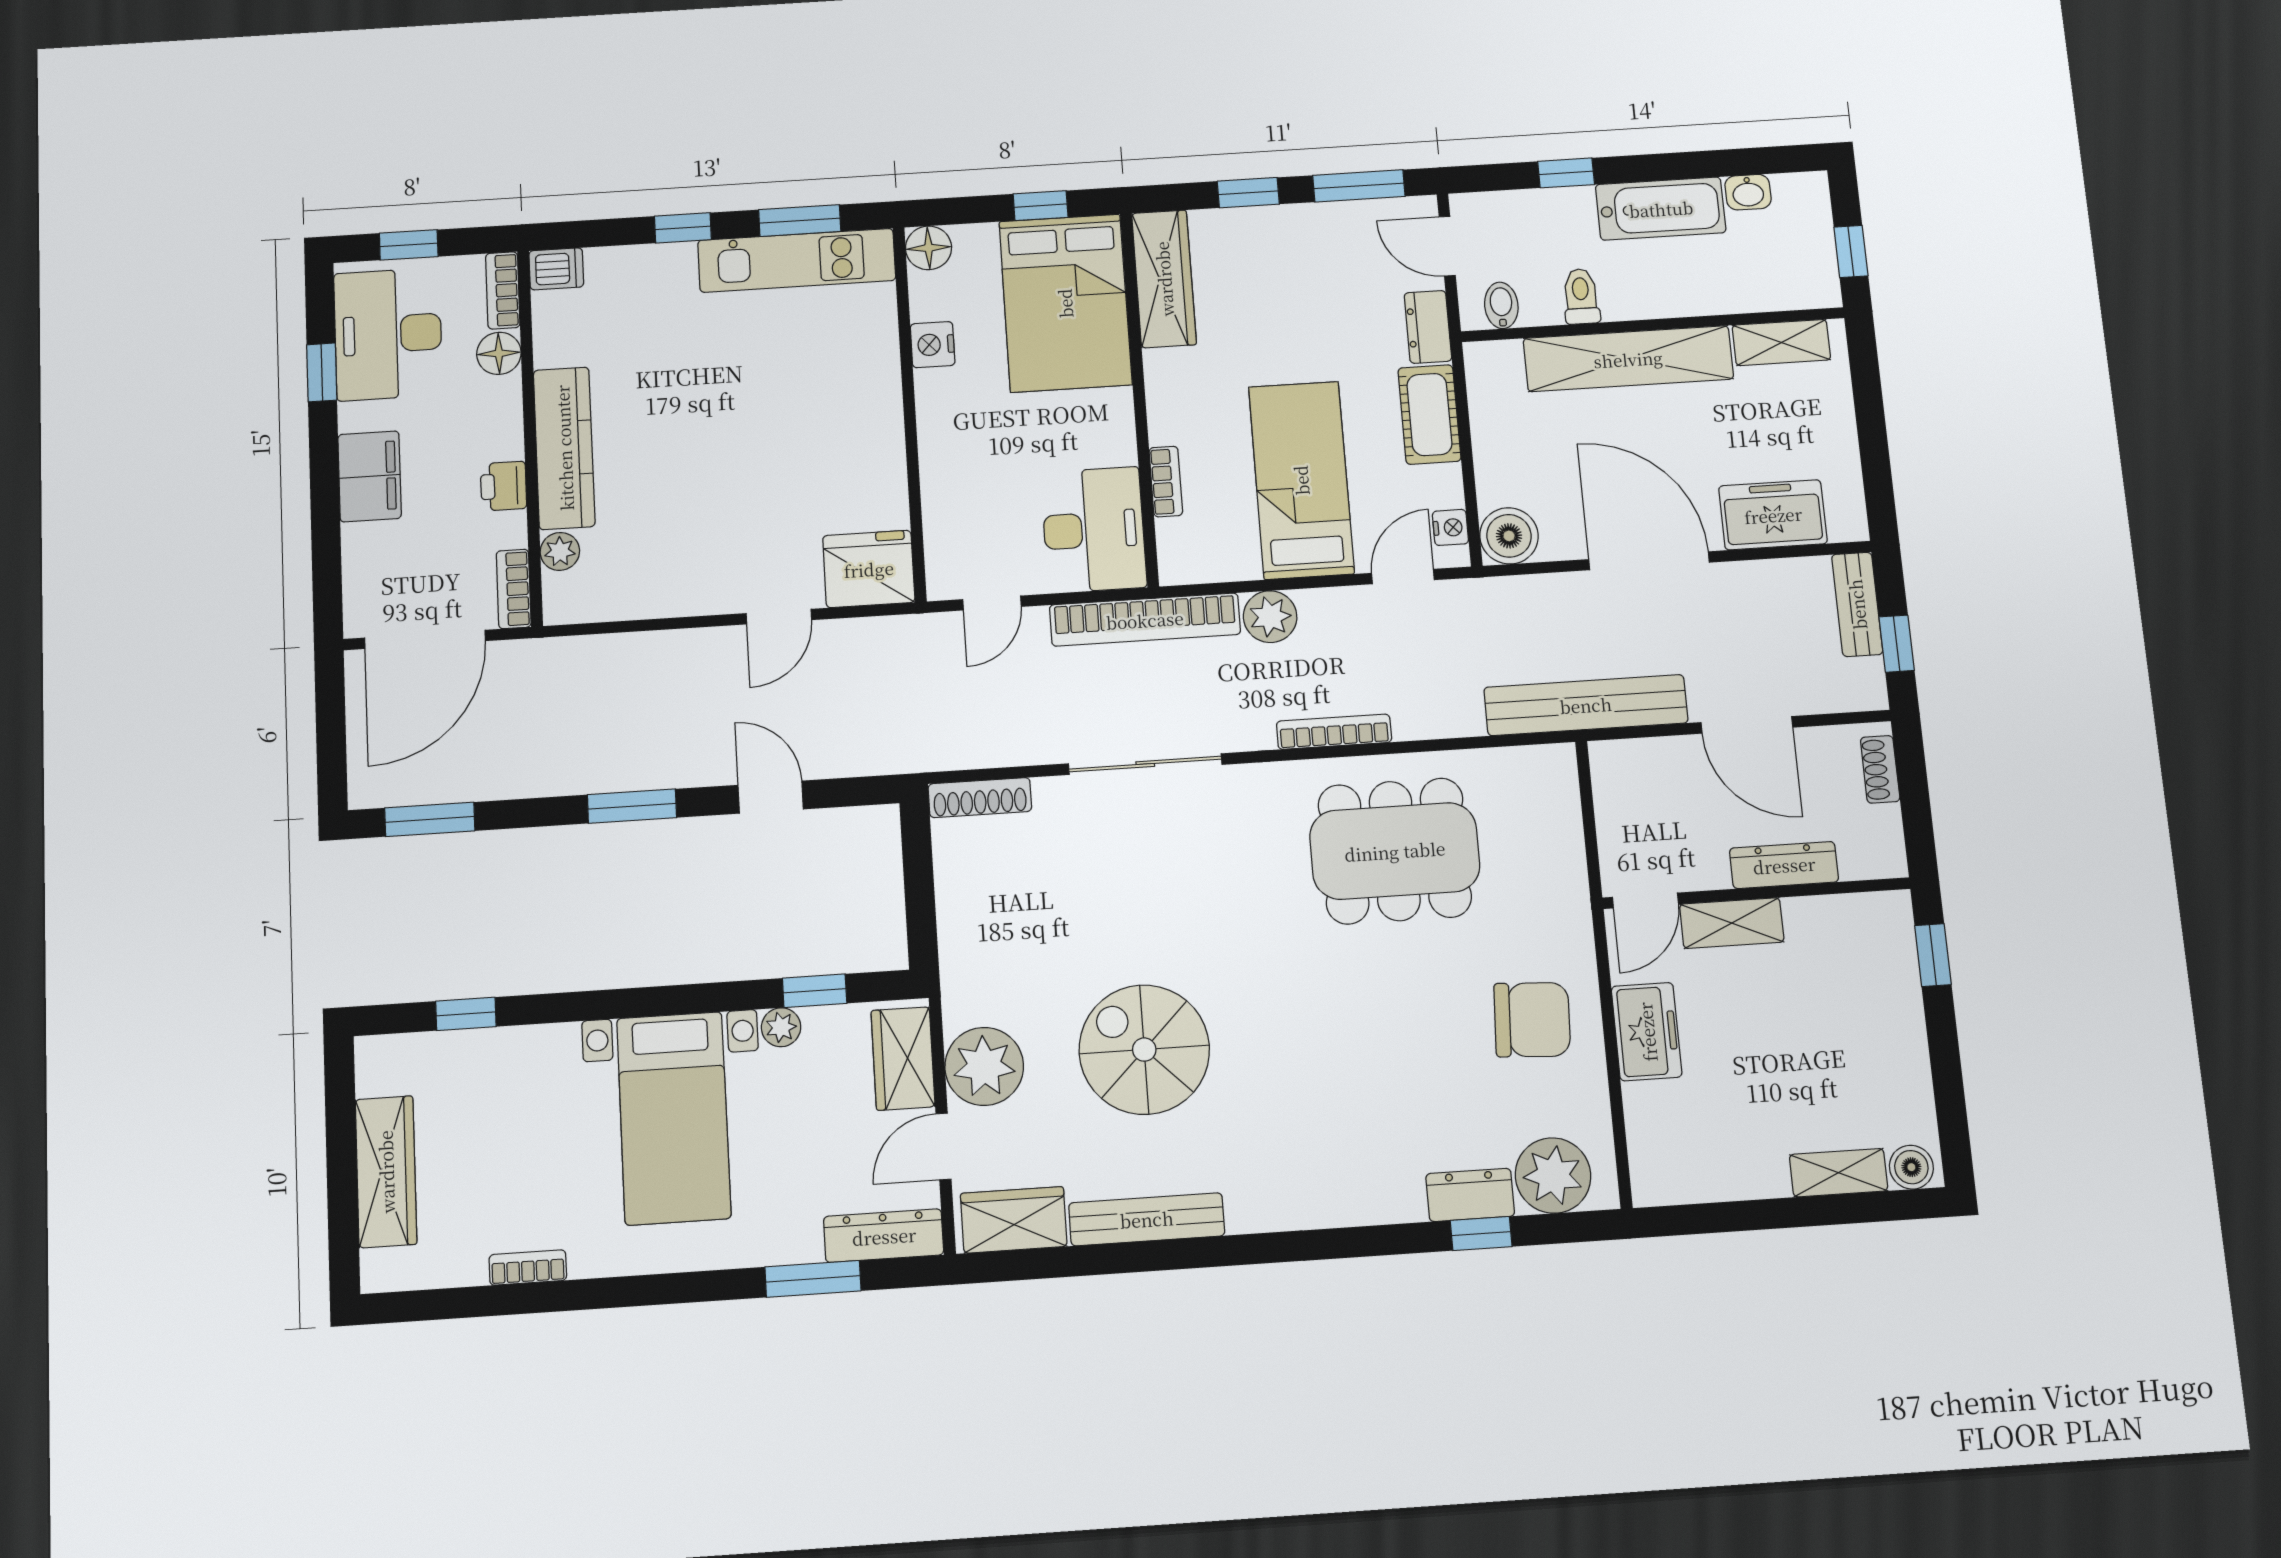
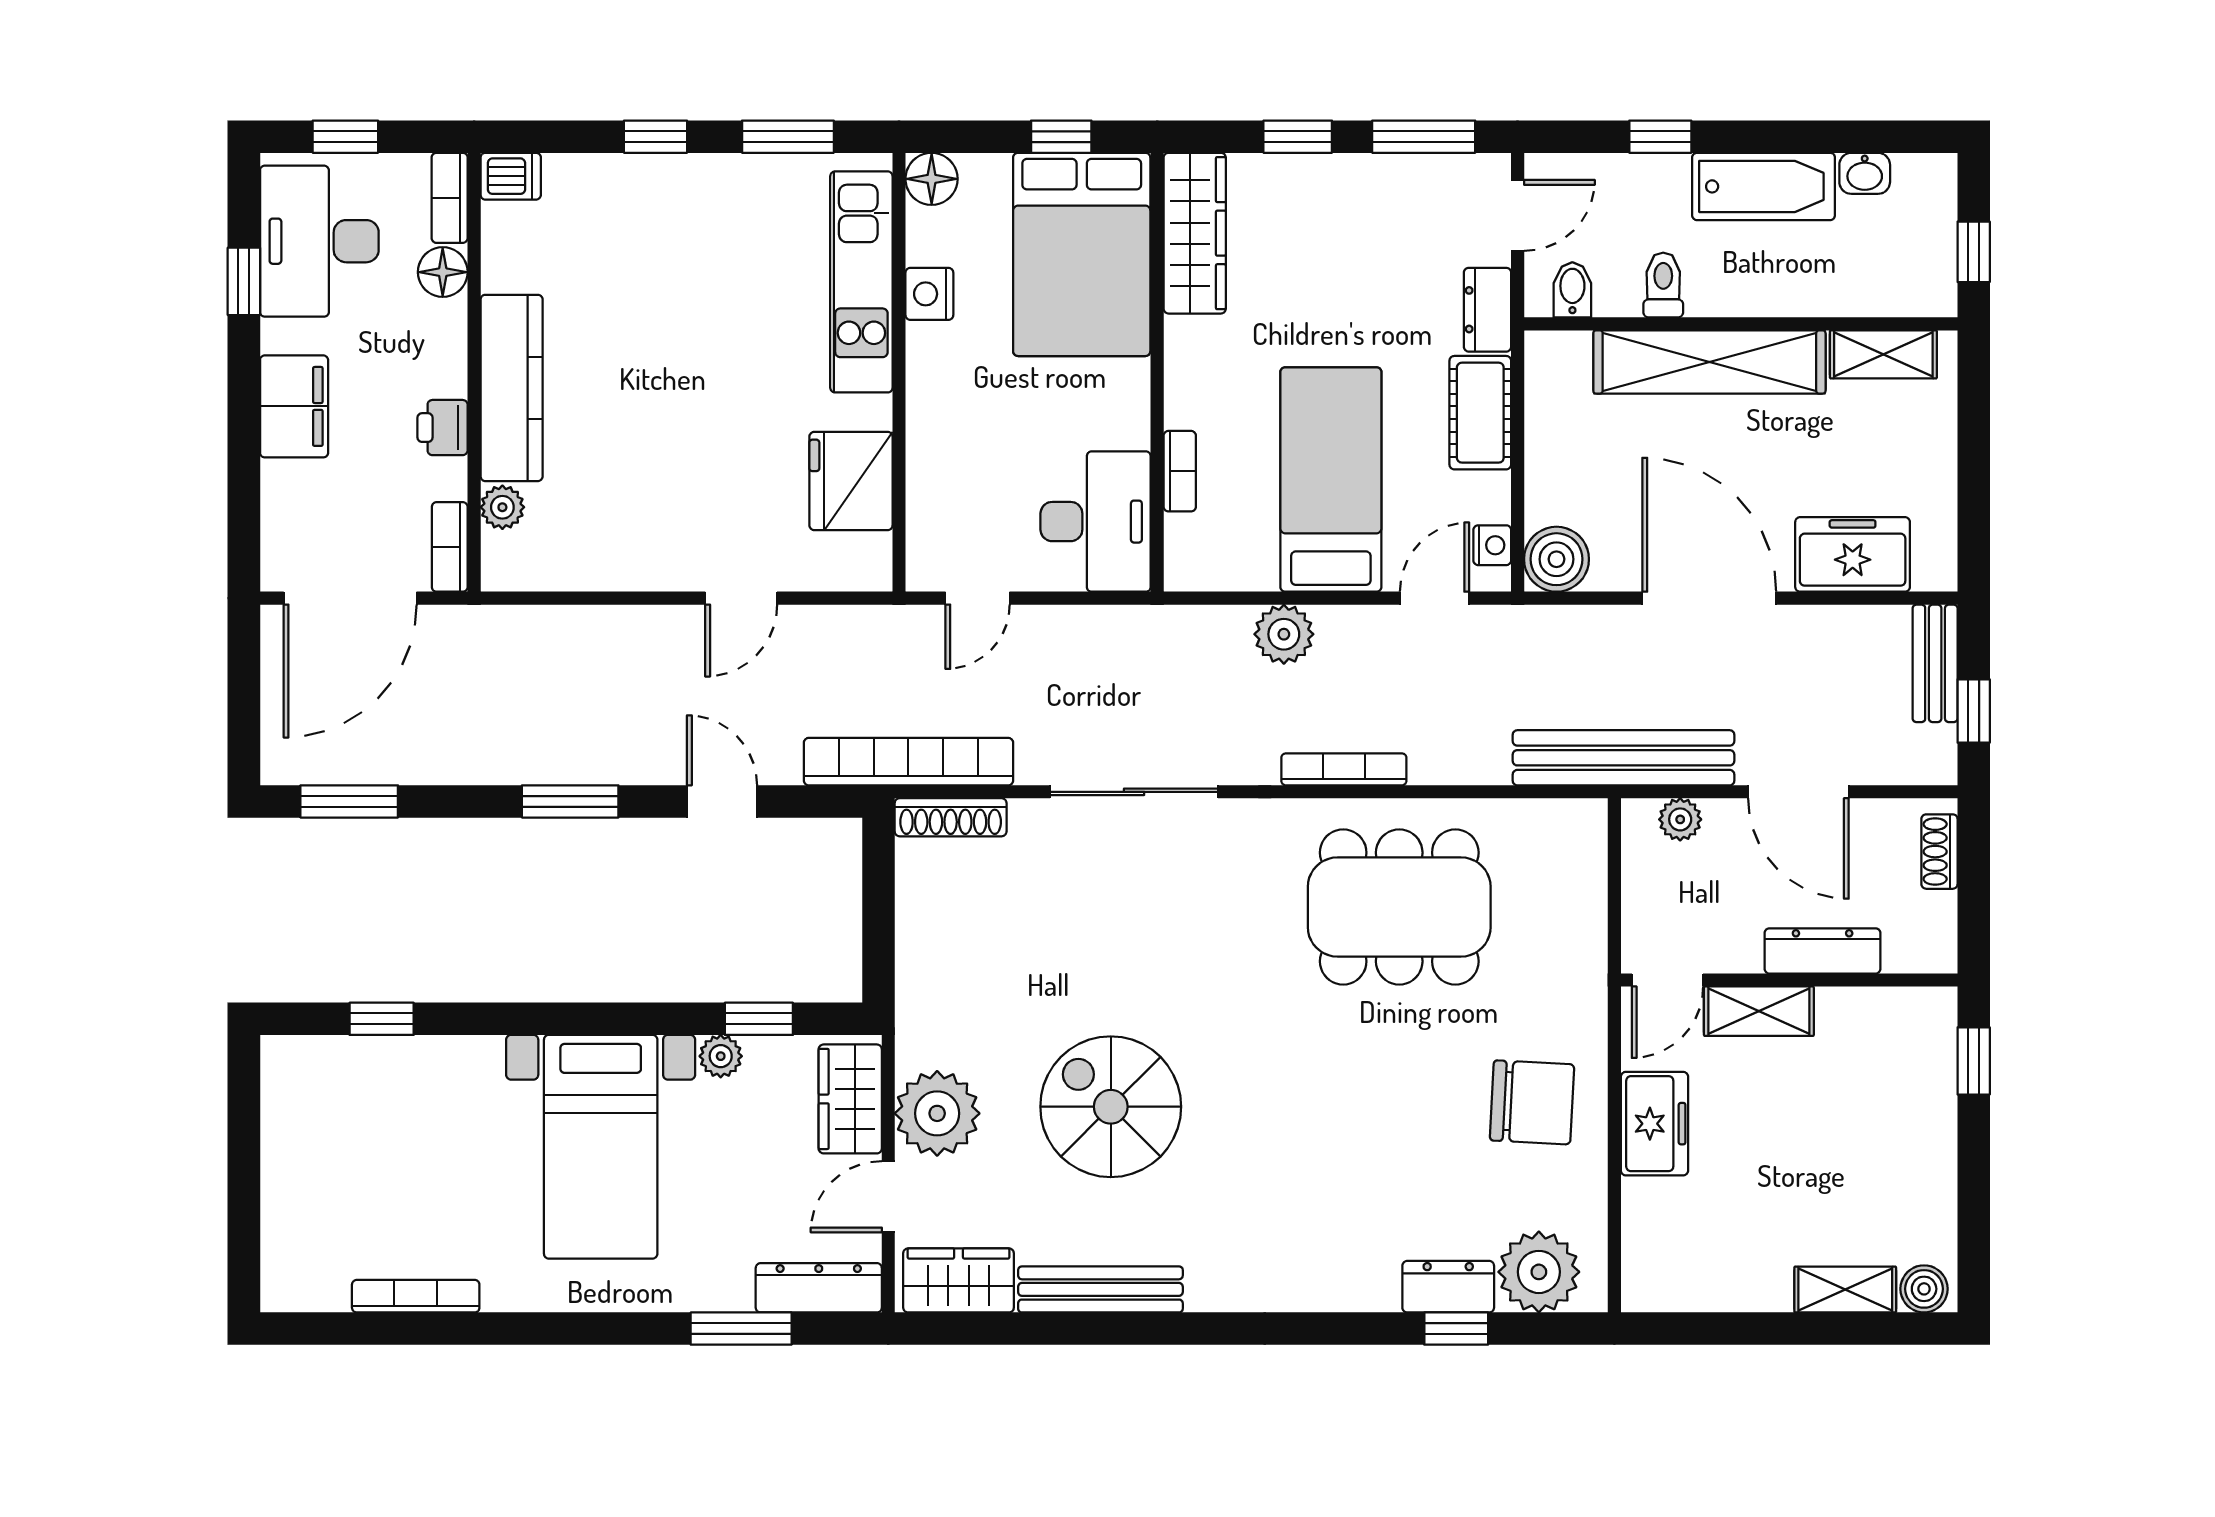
door: (1447, 246) -> (1518, 215), swing flipped
kitchen unit: (797, 260) -> (861, 282), moved, turned 90
fridge: (869, 569) -> (851, 481), moved, turned -90
bookcase: (1145, 620) -> (908, 762), moved, turned 180
plant: (1643, 756) -> (1680, 819), added
wardrobe: (386, 1172) -> (291, 1184), removed
bookcase: (528, 1268) -> (416, 1296), width x1.56

